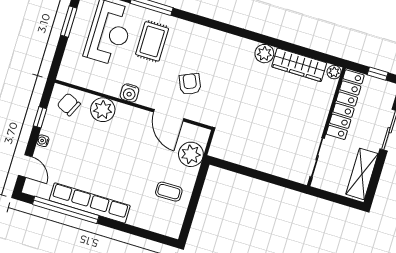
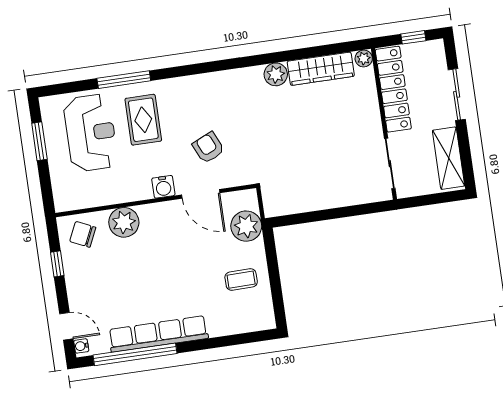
water cooler: (130, 93) -> (163, 187), moved
water cooler: (43, 141) -> (81, 346), moved

